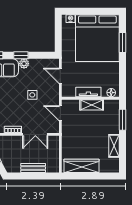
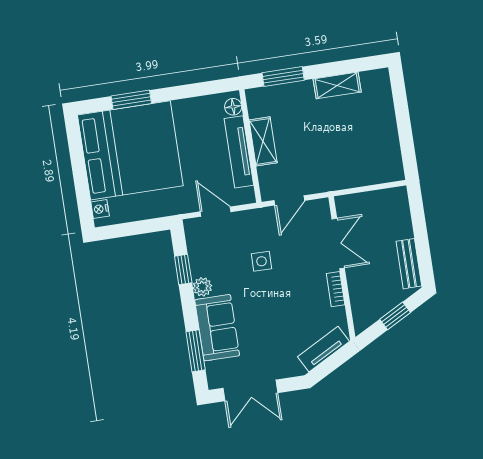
window: (21, 55) -> (183, 269), moved
door: (60, 76) -> (216, 212), swing flipped
tv unit: (88, 92) -> (239, 152), width x1.41
wardrobe: (82, 166) -> (386, 143), removed
bench: (33, 168) -> (409, 264), moved

